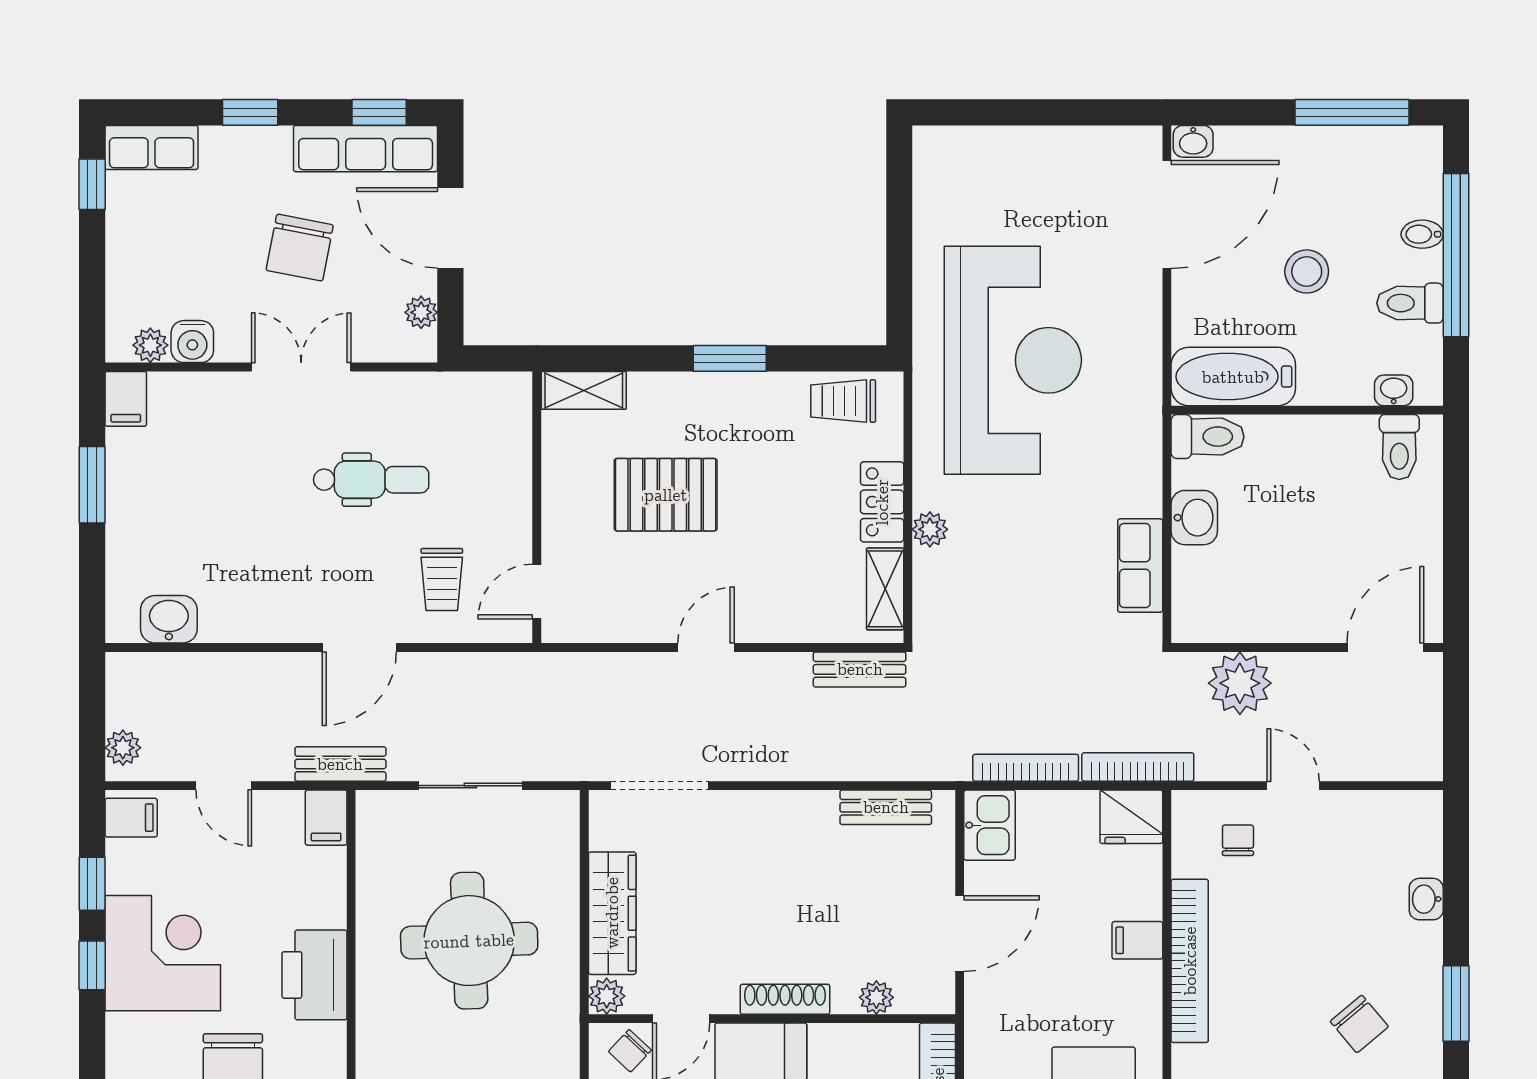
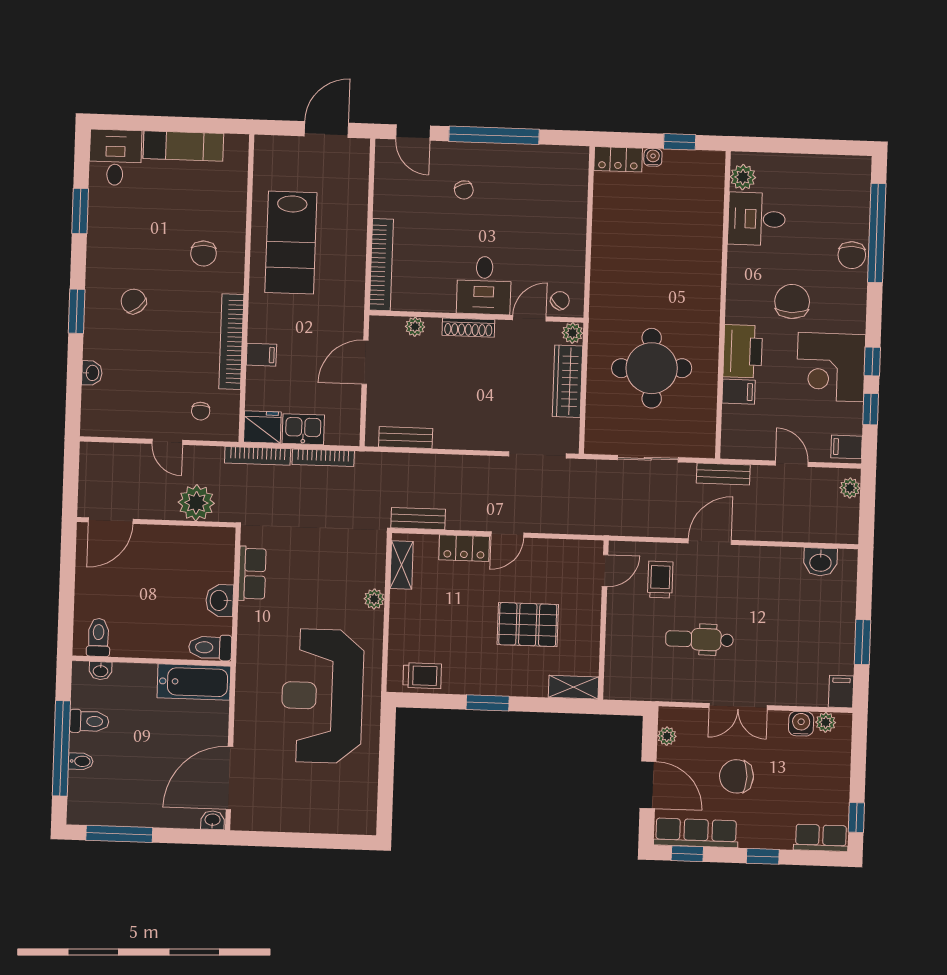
chair: (300, 248) -> (736, 776), turned -101
stool: (1307, 271) -> (149, 742), removed
locker: (882, 502) -> (464, 548), moved, turned 90
filing cabinet: (326, 818) -> (739, 392), moved, turned 90
kitchen sink: (990, 825) -> (303, 429), moved, turned 90

